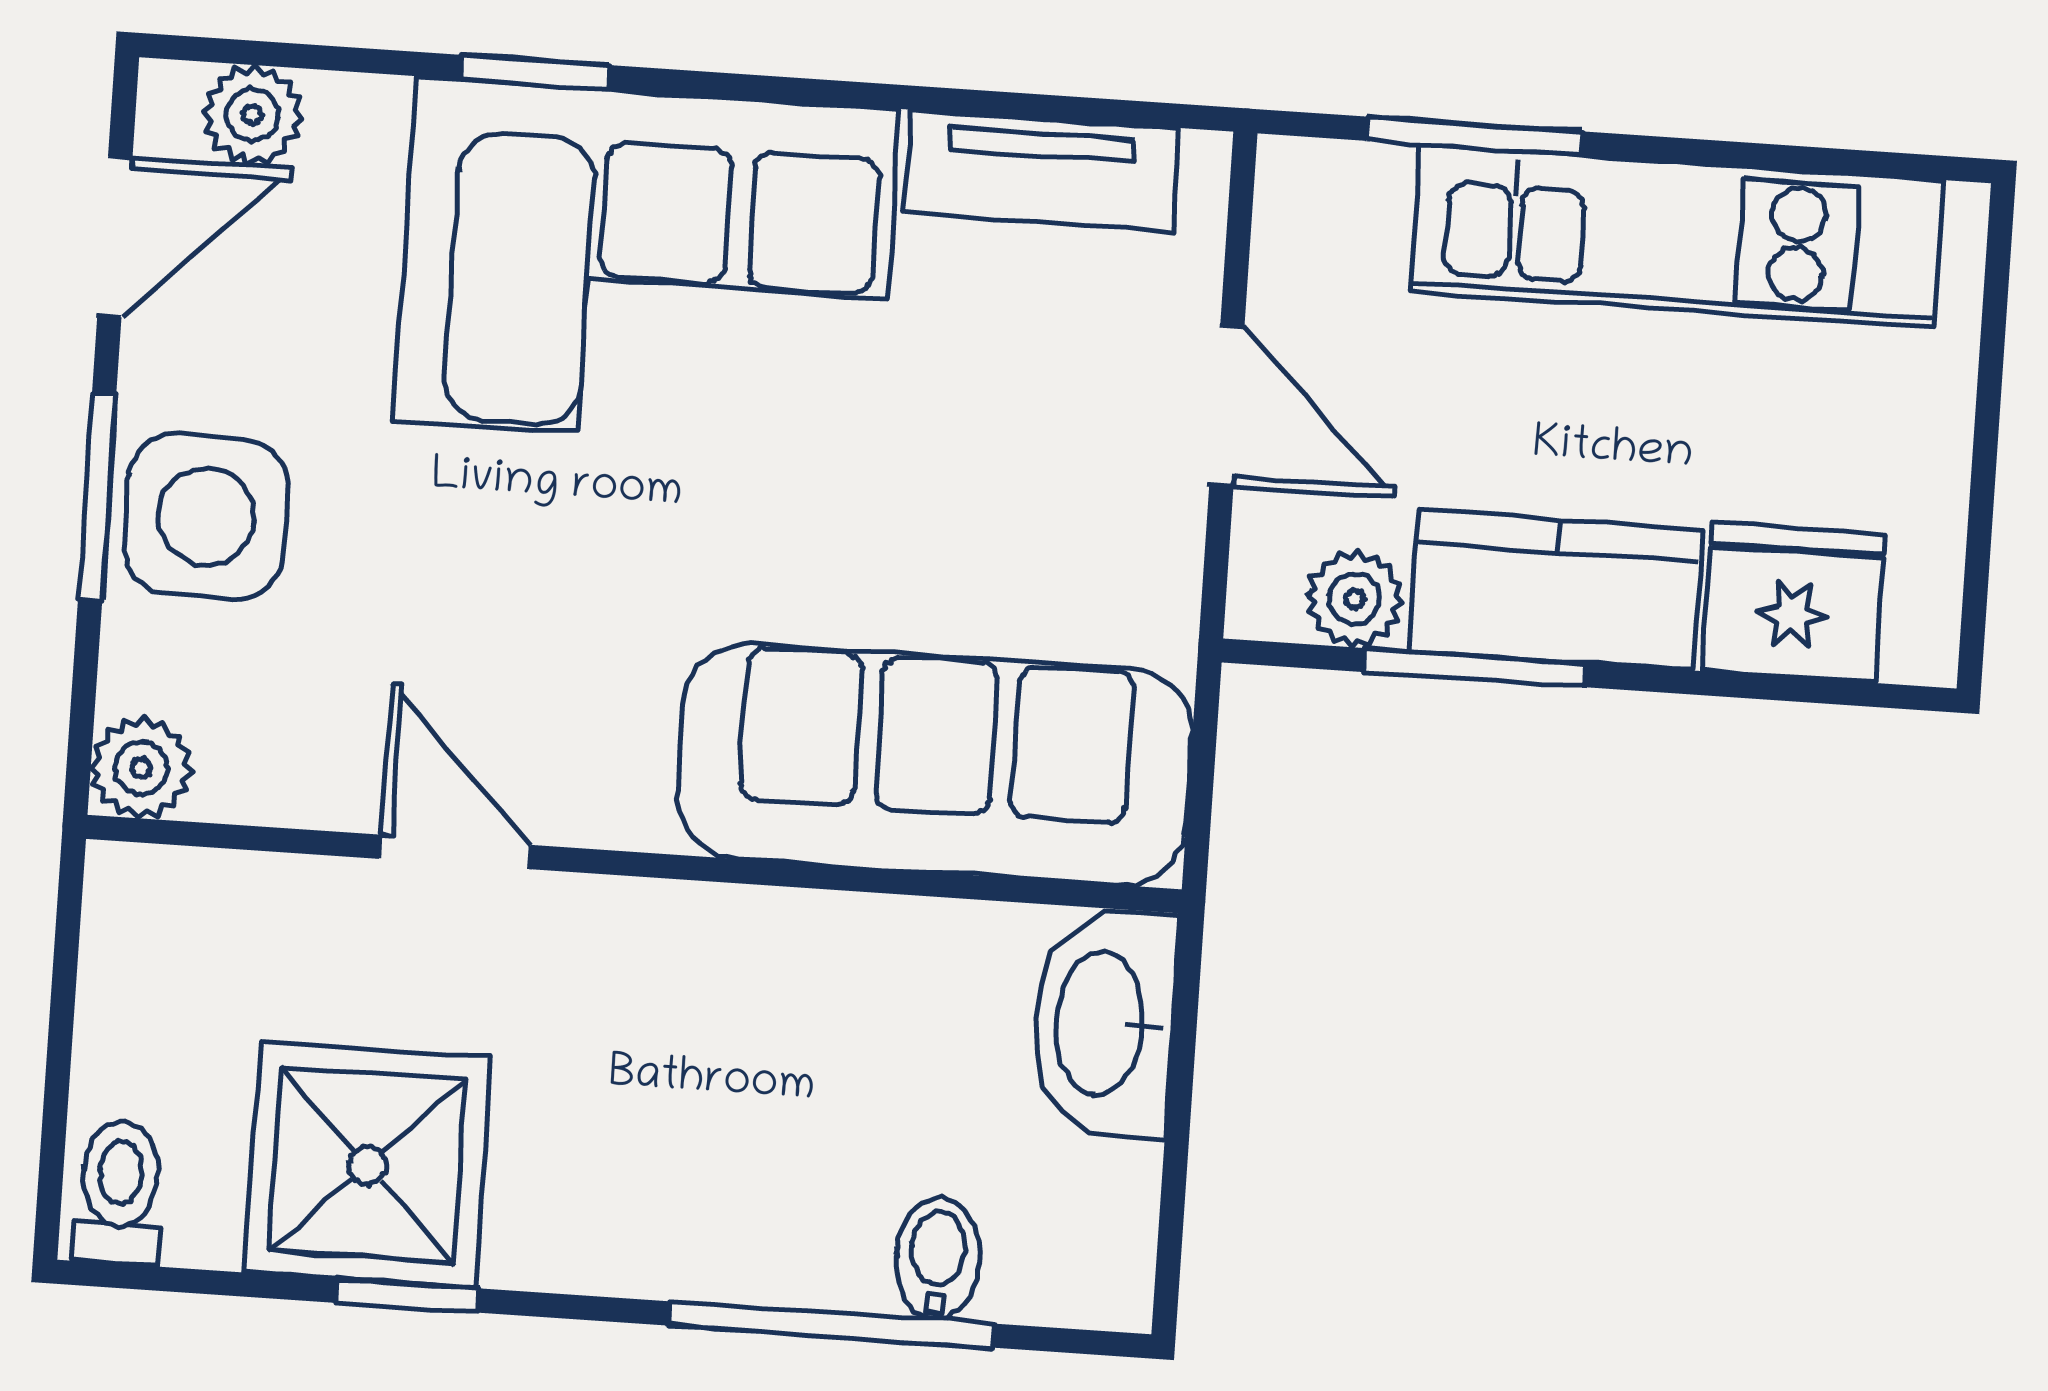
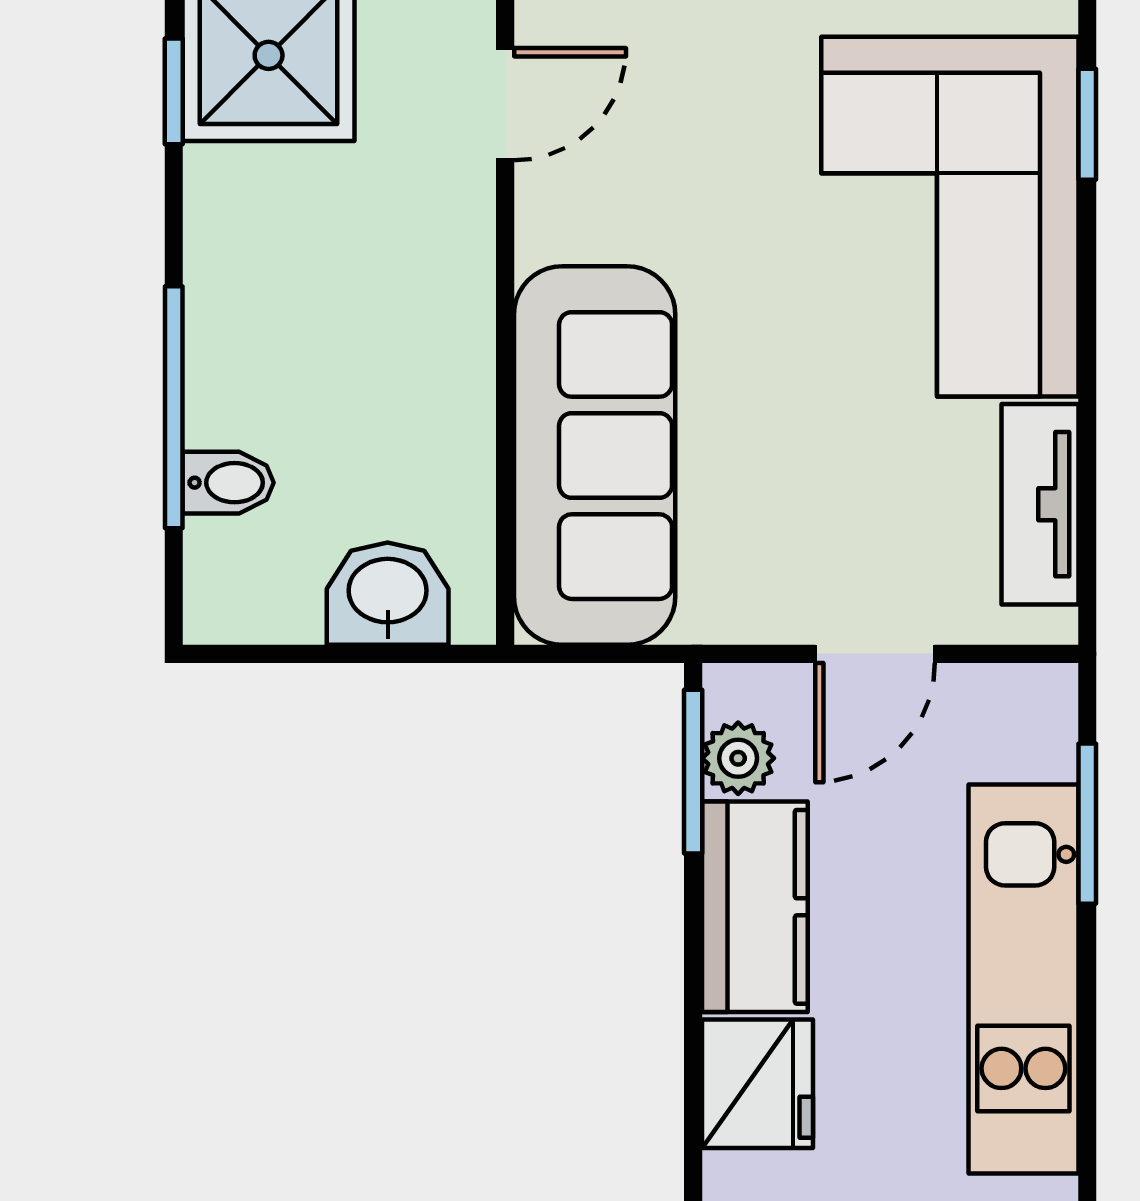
window: (1475, 668) -> (693, 772), moved
washbasin: (1103, 1023) -> (388, 594), width x0.72

